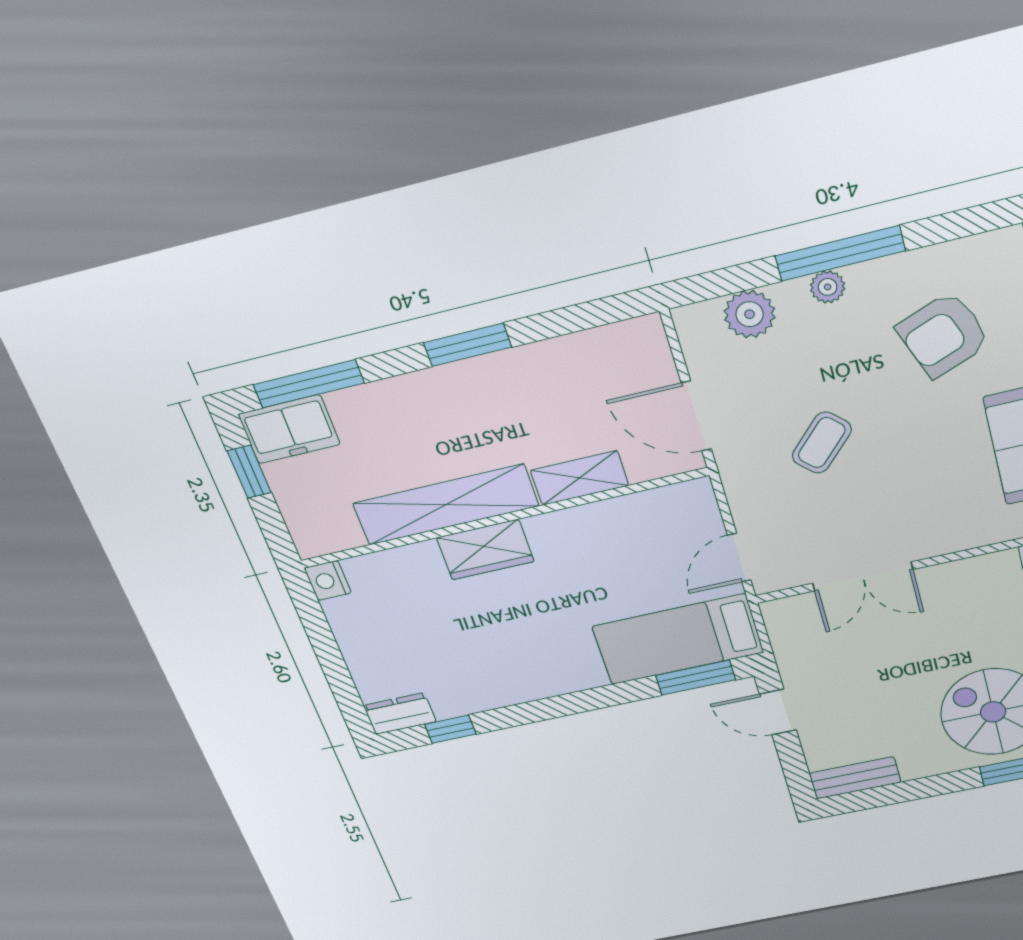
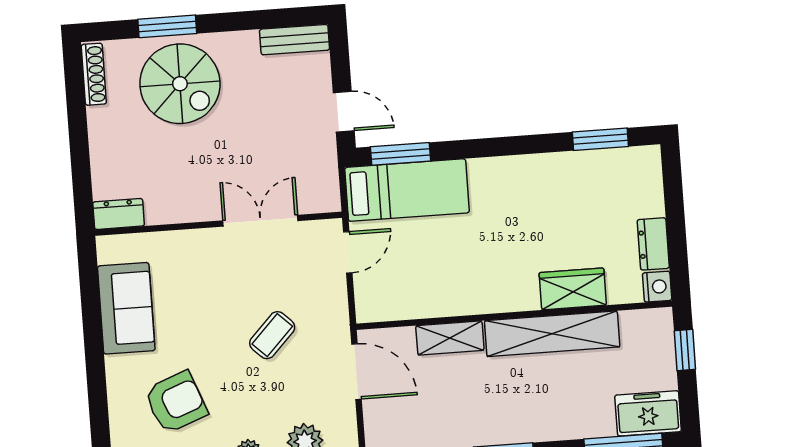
window: (249, 472) -> (685, 350), moved
wardrobe: (485, 550) -> (573, 289), moved
dresser: (400, 714) -> (653, 244), moved, turned 90
window: (450, 729) -> (600, 139), width x1.50

